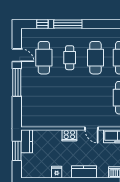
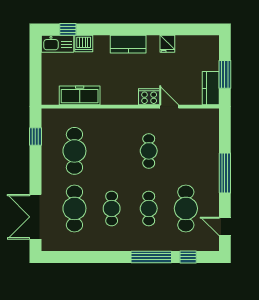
door: (17, 55) -> (225, 226), moved
cafe table: (95, 58) -> (112, 208), width x0.73, depth x0.74
cafe table: (70, 98) -> (149, 151), added
door: (91, 128) -> (169, 107), moved

